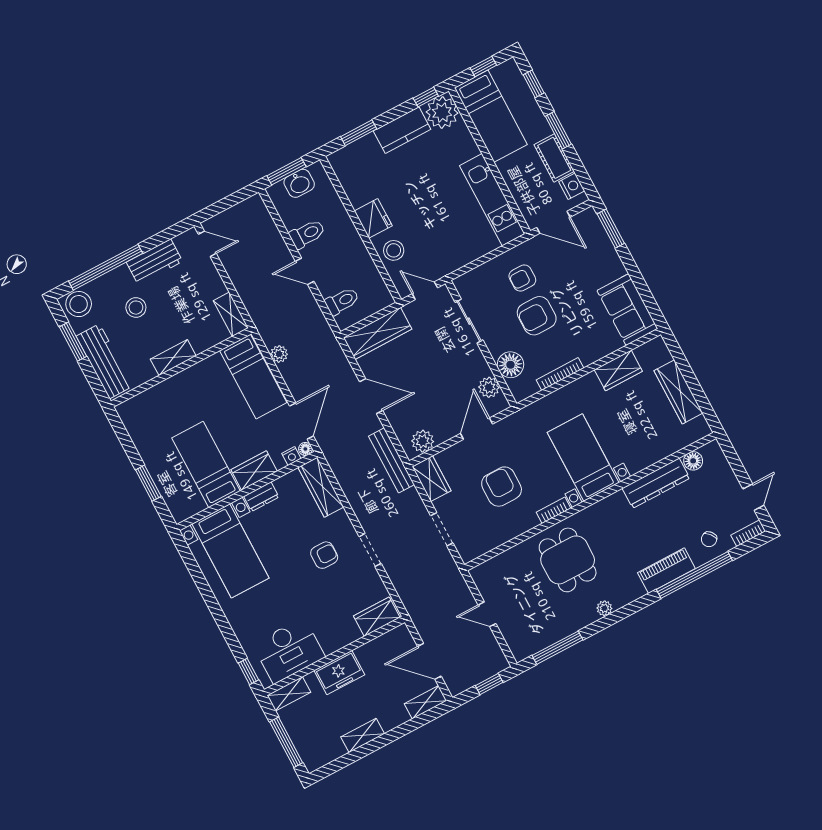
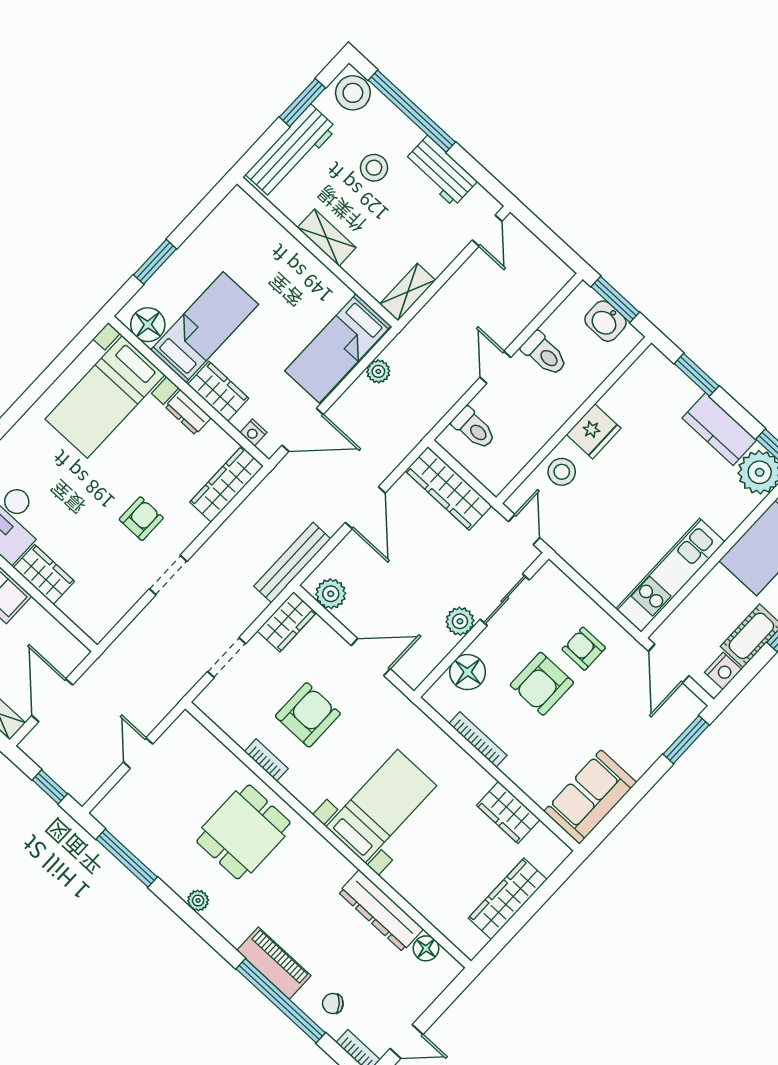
armchair: (537, 316) -> (542, 684), turned -90
plant: (489, 387) -> (460, 621), moved
floor lamp: (305, 449) -> (148, 325), moved, width x1.89, depth x1.89
bookcase: (553, 510) -> (266, 760), moved
armchair: (324, 555) -> (141, 519), turned -90
wardrobe: (377, 617) -> (44, 574), moved

